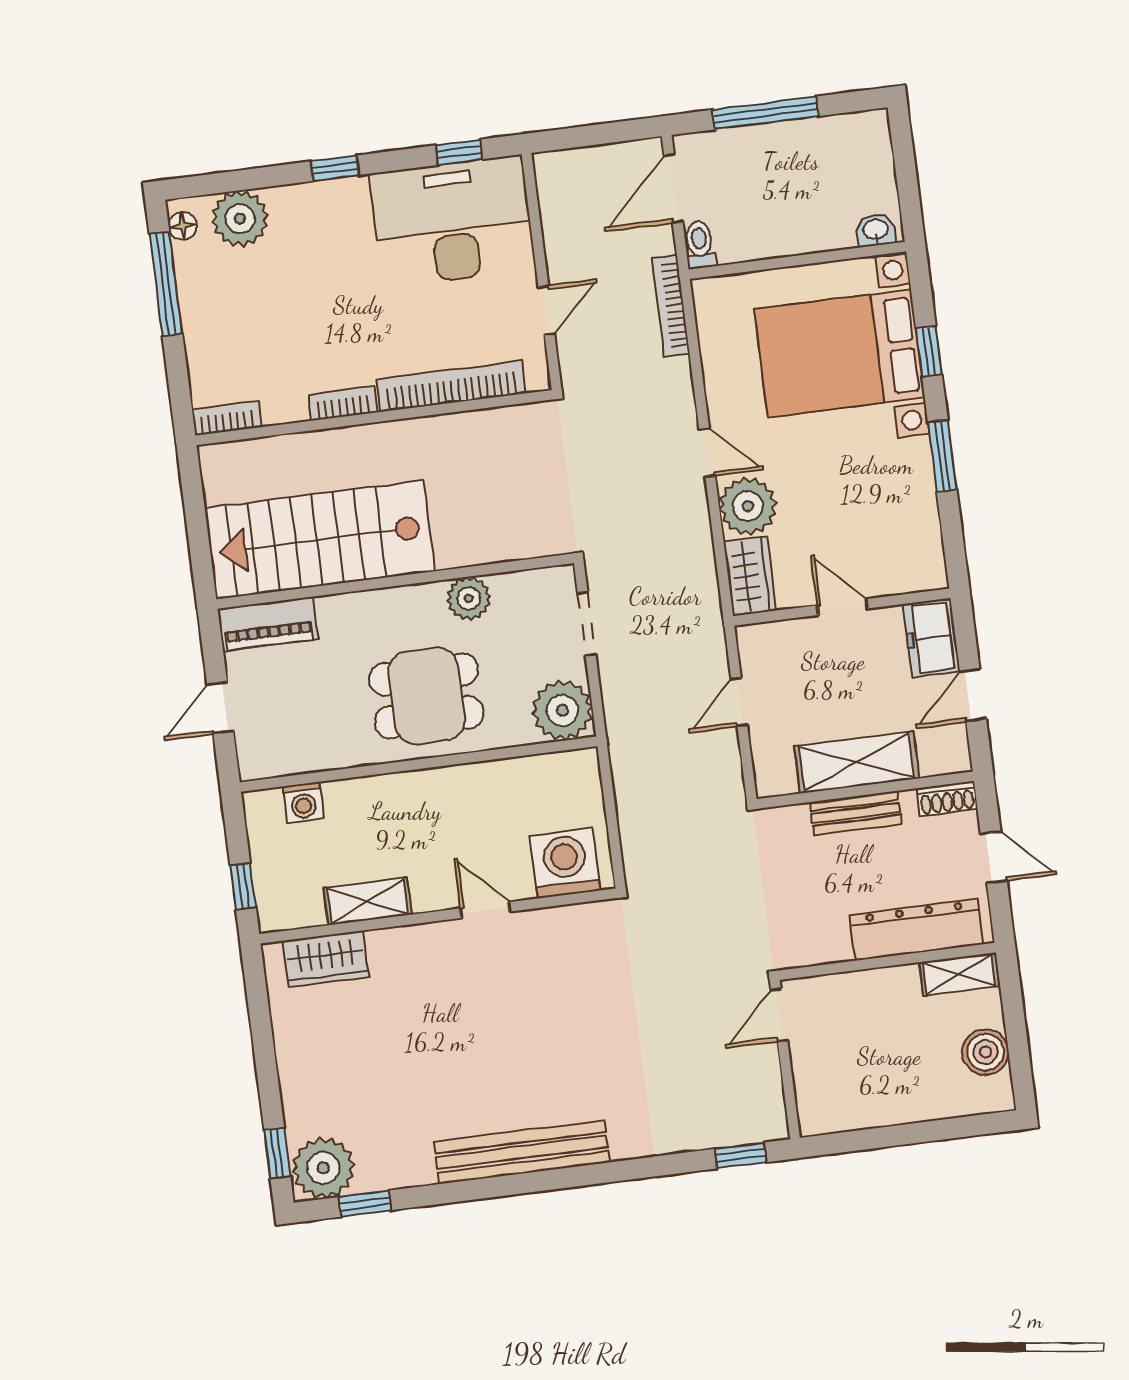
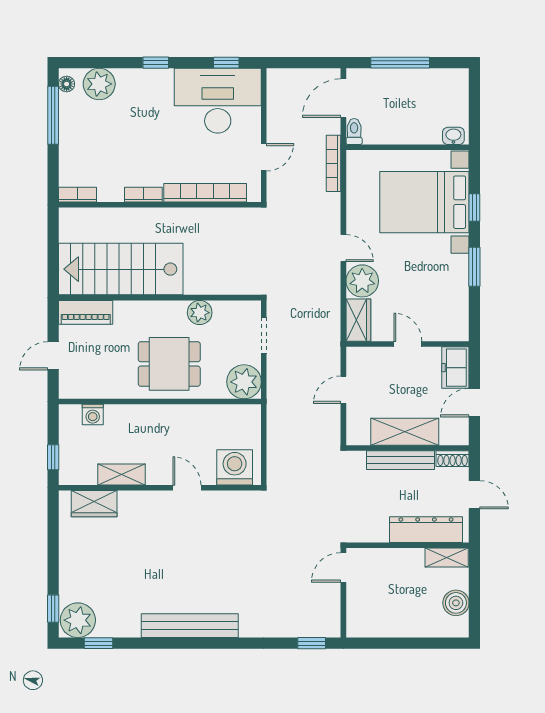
bench: (856, 813) -> (401, 460), width x1.36

